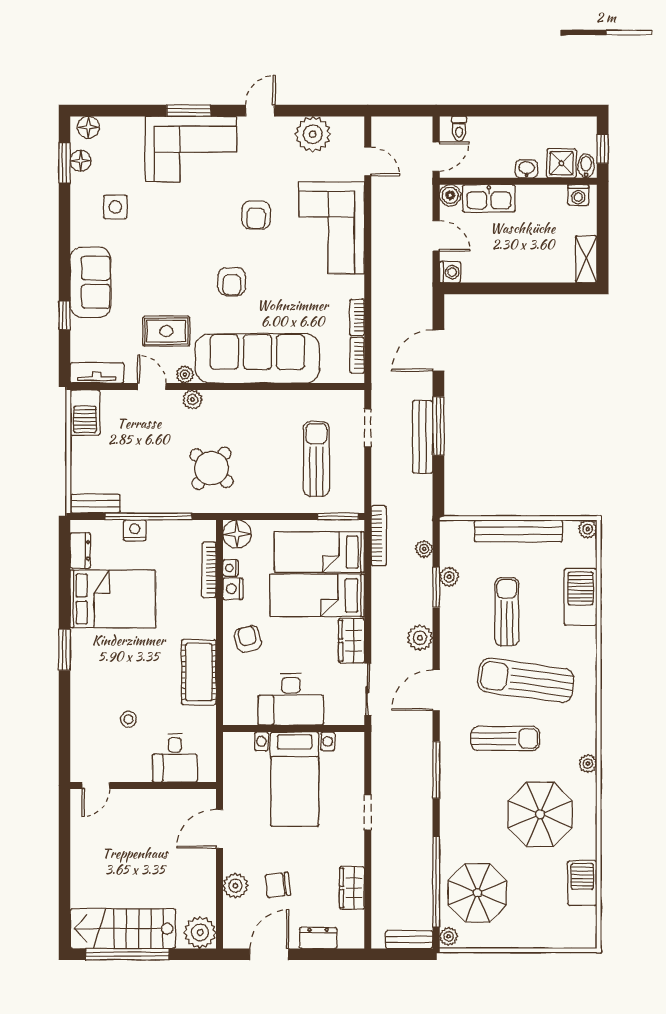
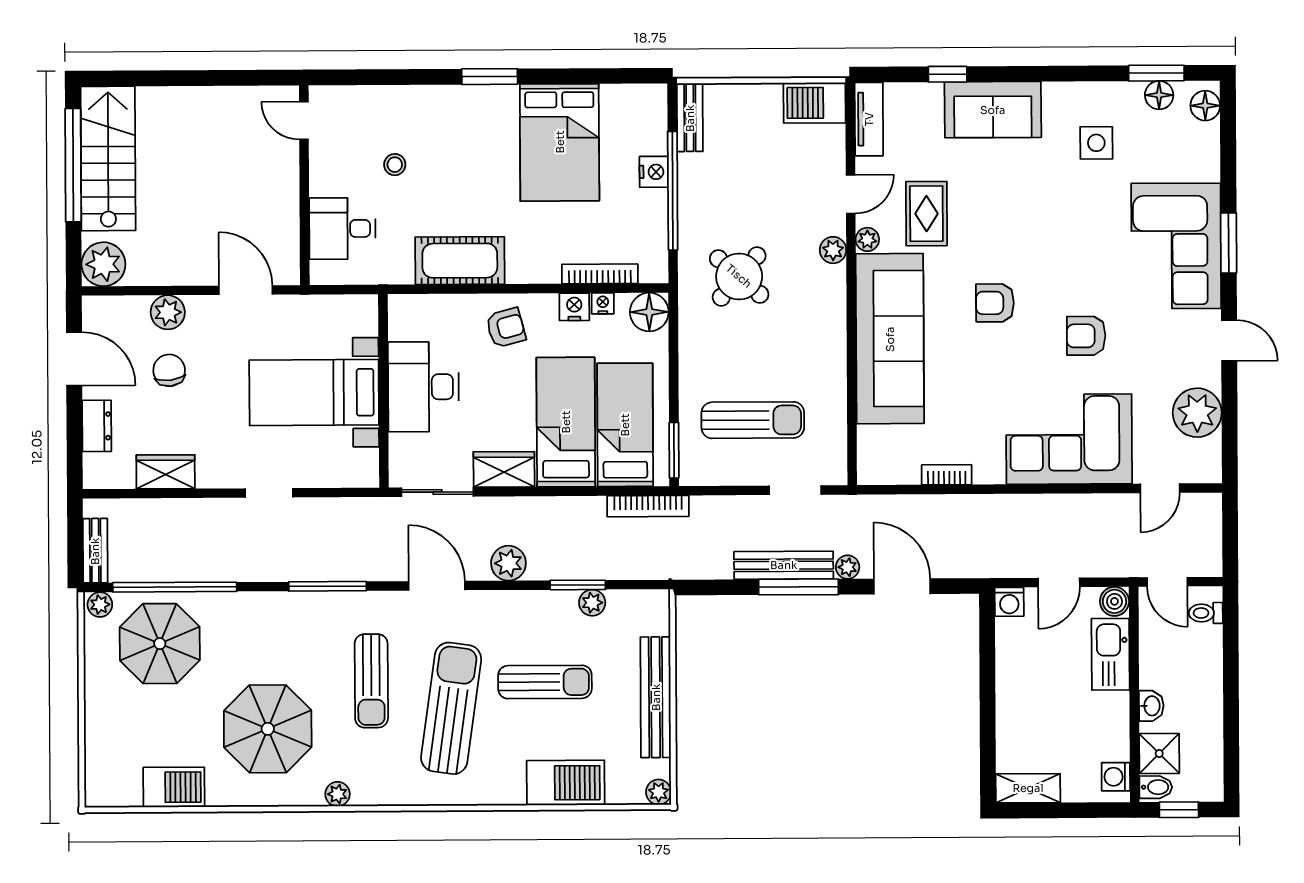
bookcase: (357, 355) -> (895, 475), removed
plant: (424, 549) -> (848, 567), moved
dresser: (80, 550) -> (626, 97), removed

